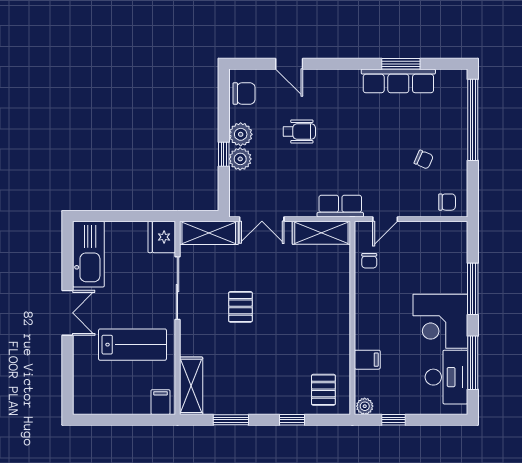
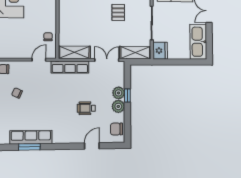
door: (289, 64) -> (92, 146), hinge flipped
row of seats: (340, 206) -> (70, 67), width x1.48

